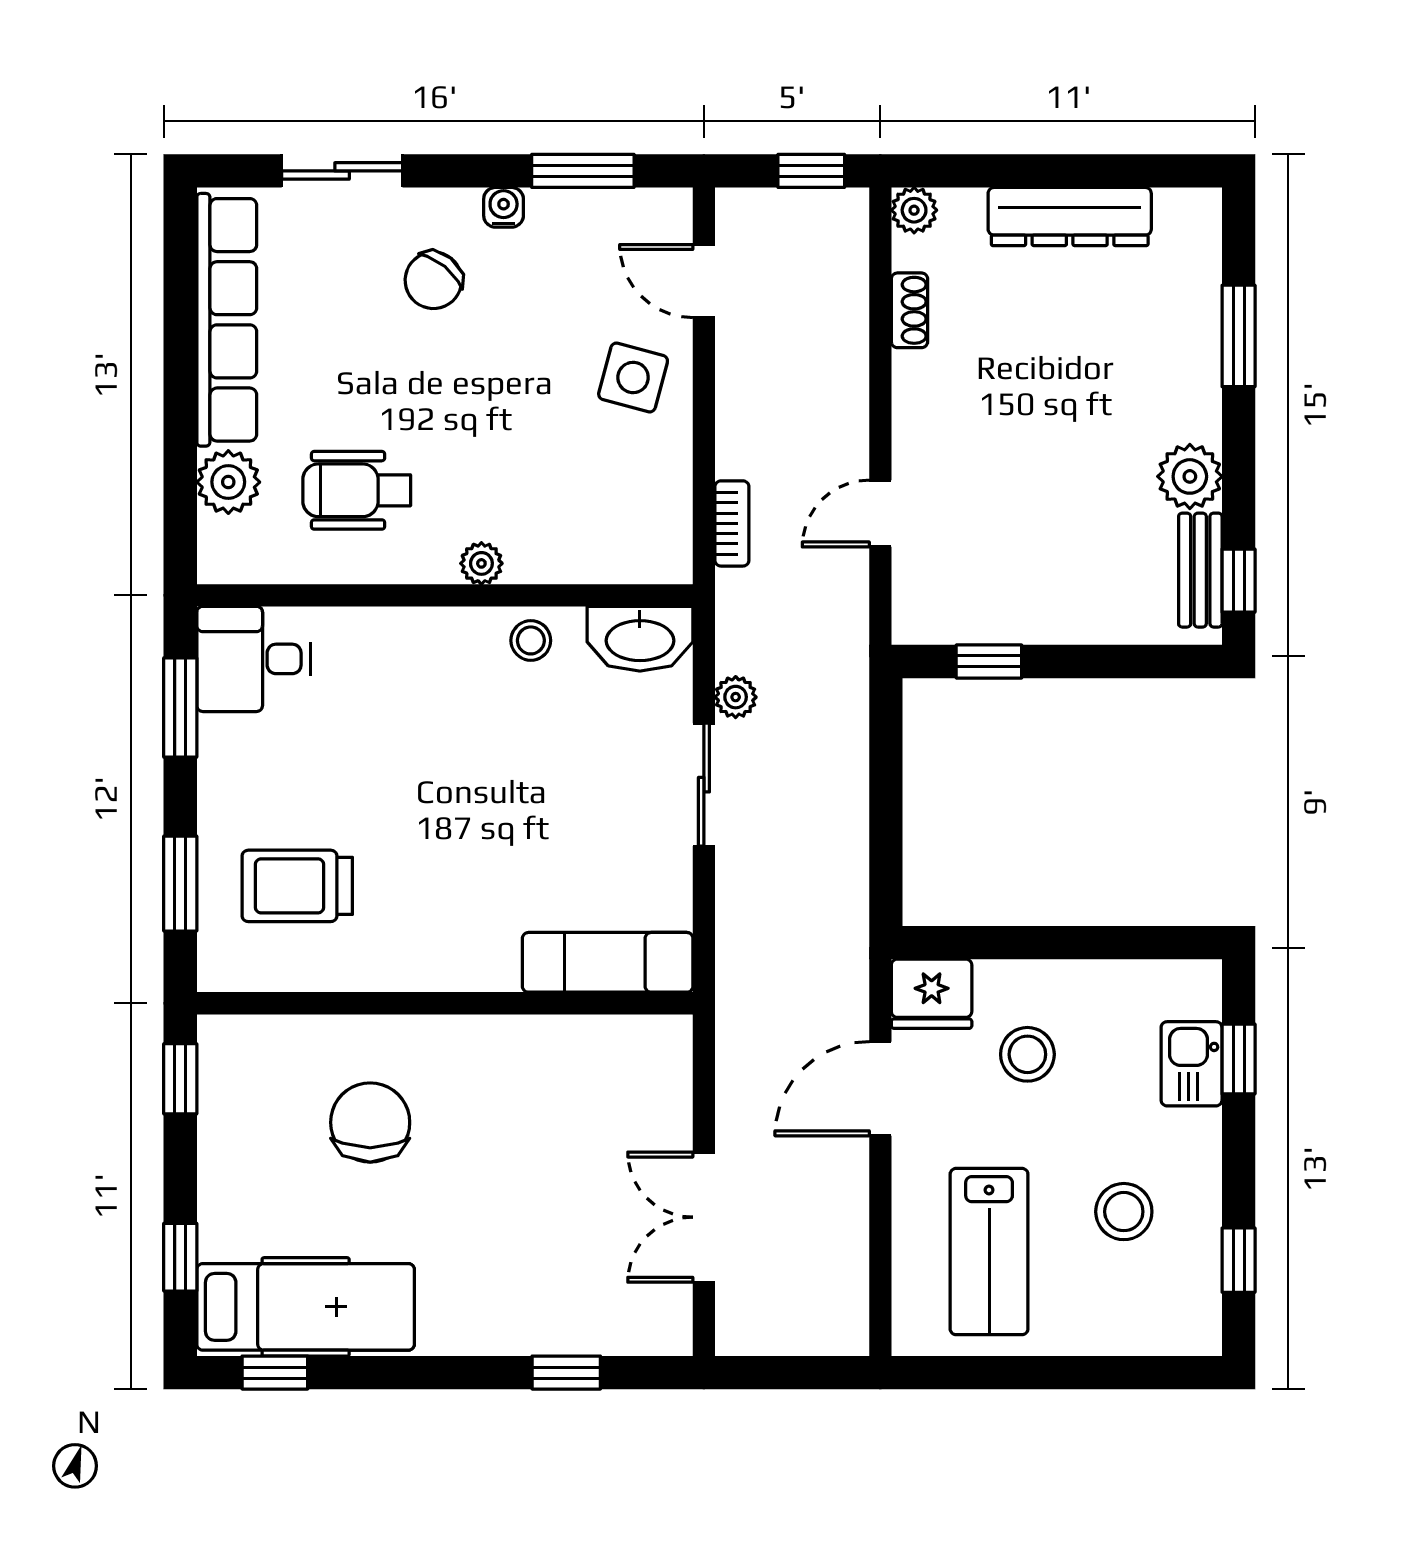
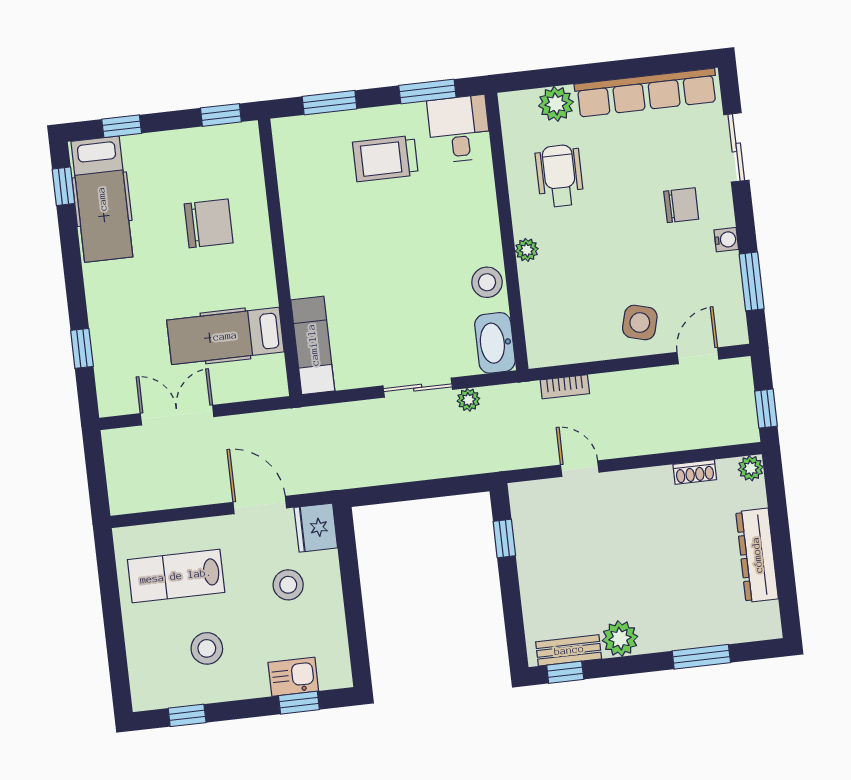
chair: (433, 280) -> (681, 205), turned 141
stool: (531, 640) -> (487, 282), width x1.37, depth x1.37
trolley: (297, 886) -> (385, 159), moved, turned -90
hospital bed: (573, 1115) -> (225, 336), added

